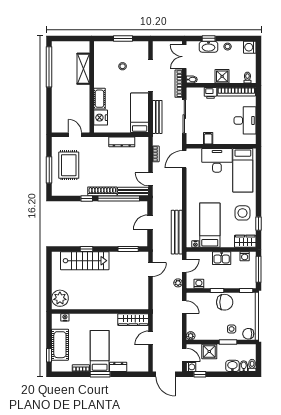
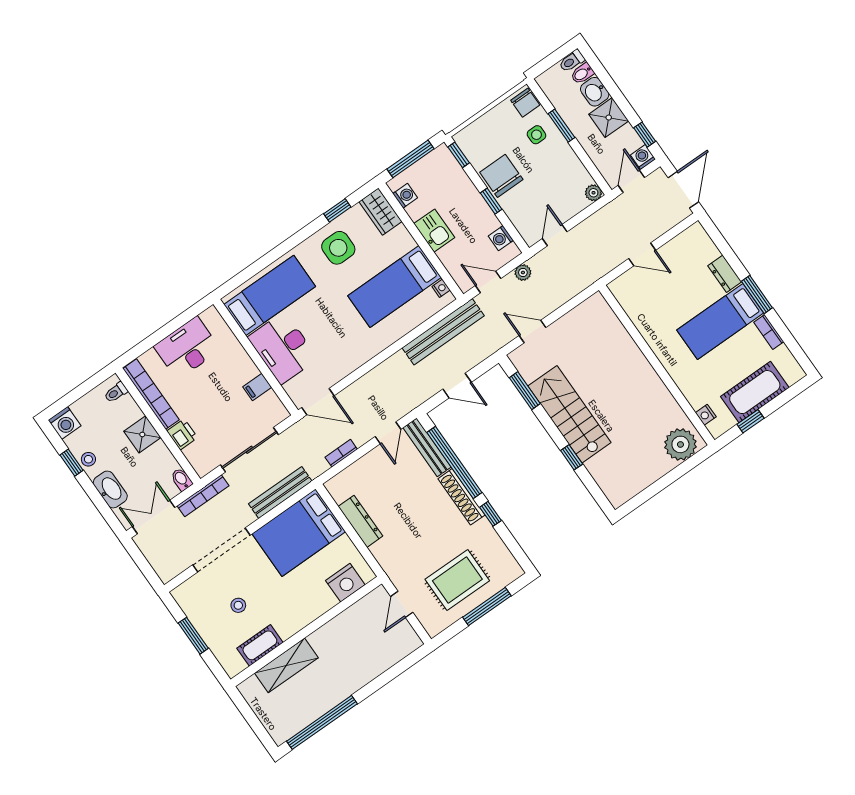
window: (209, 38) -> (72, 463), moved
double door: (184, 57) -> (154, 517), swing flipped
cot: (99, 99) -> (260, 645), moved
bed: (140, 113) -> (299, 533), width x1.50
stairs: (85, 261) -> (569, 414), moved
wardrobe: (133, 320) -> (632, 303), removed
shower: (209, 352) -> (609, 118), moved
window: (49, 355) -> (750, 421), moved

